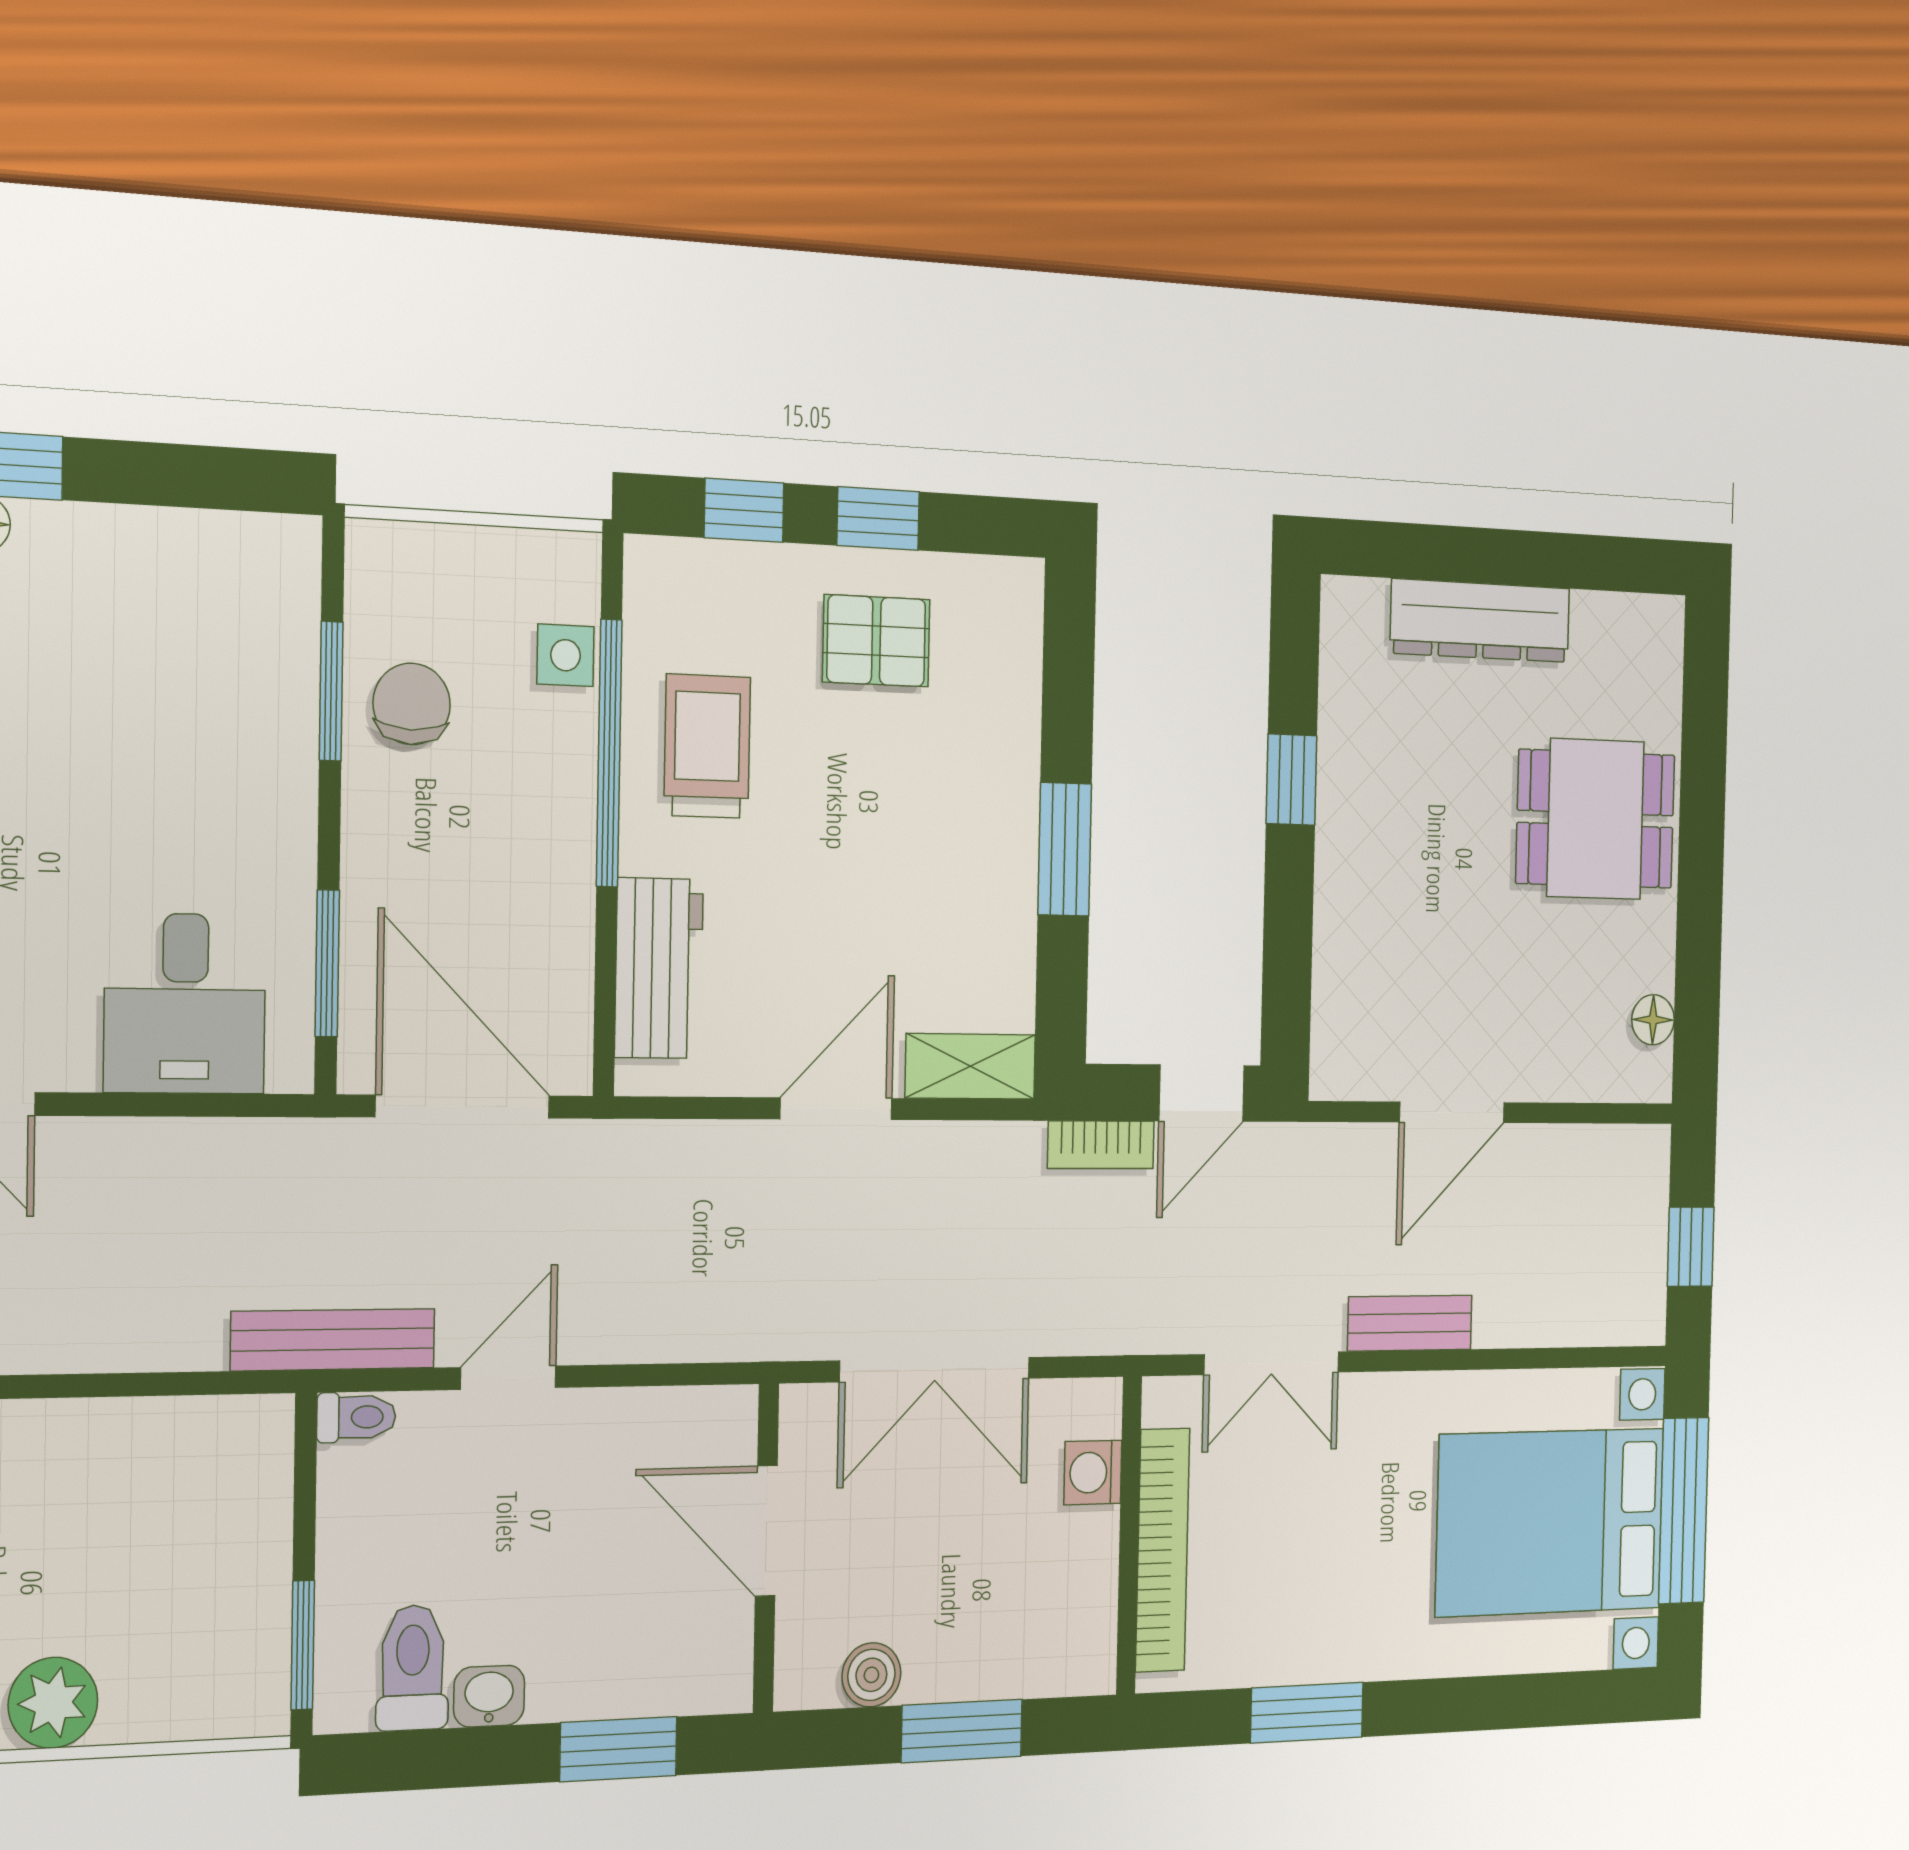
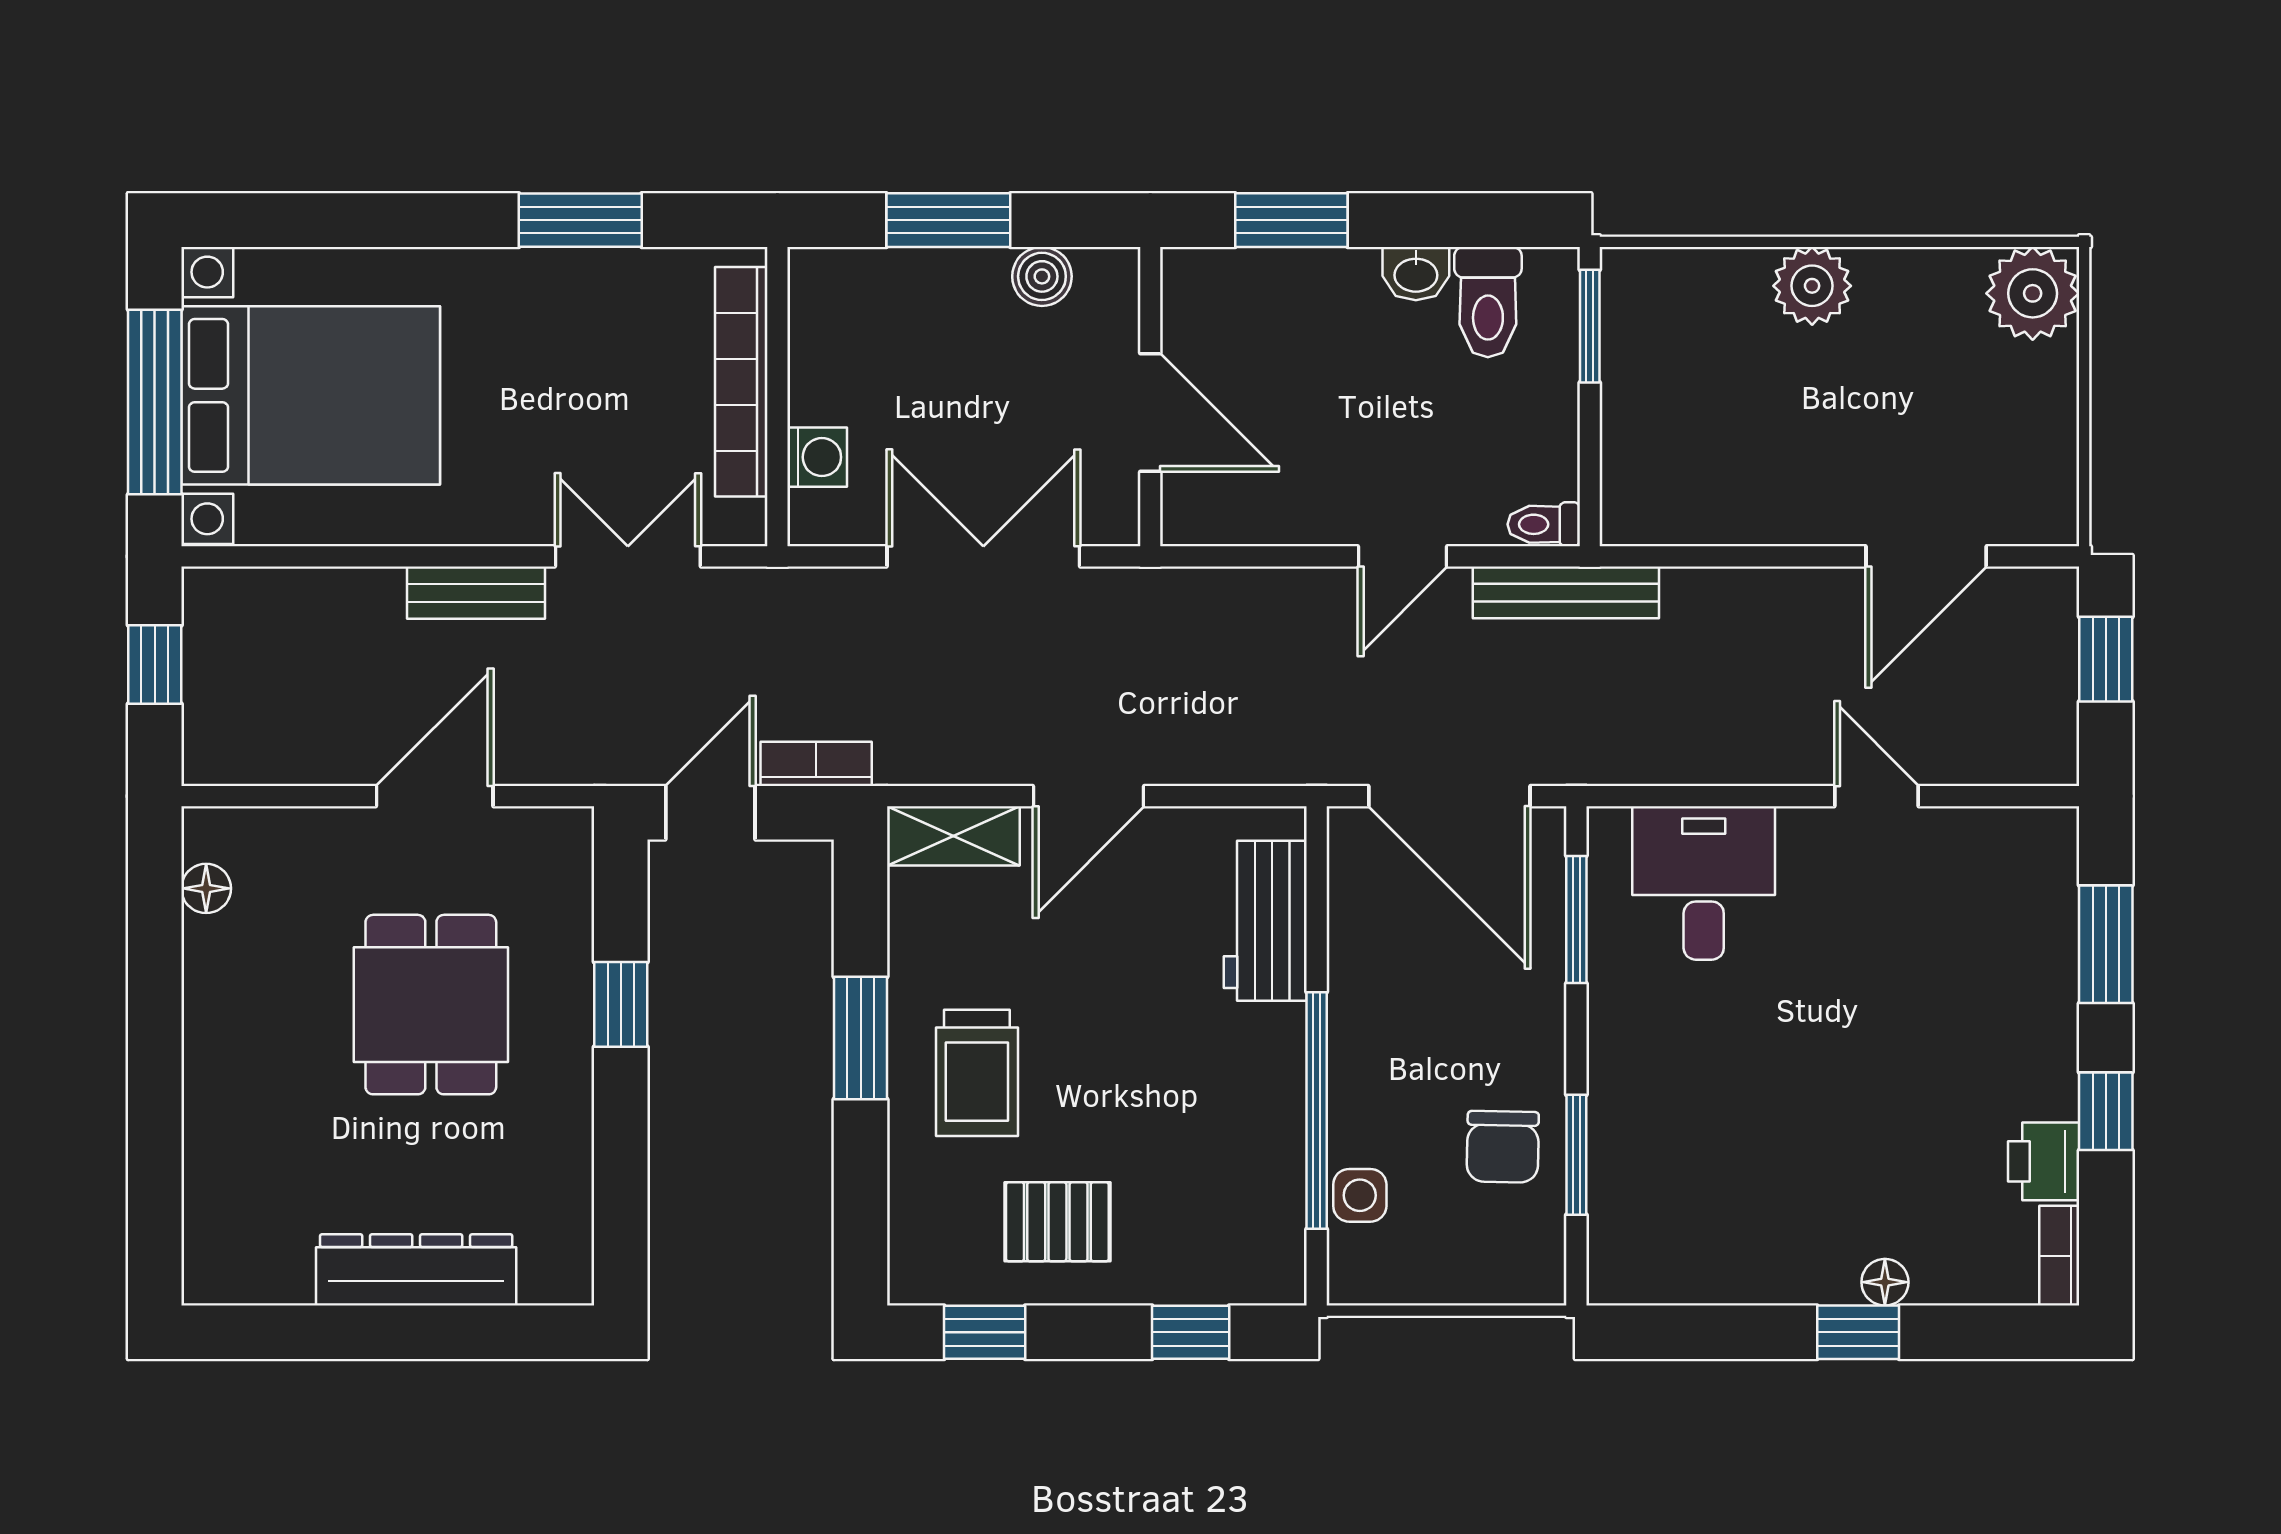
window: (878, 519) -> (985, 1332), moved
trolley: (707, 746) -> (977, 1073), moved
window: (1291, 780) -> (621, 1004), moved
dining table: (1596, 819) -> (431, 1005), moved, turned 90

